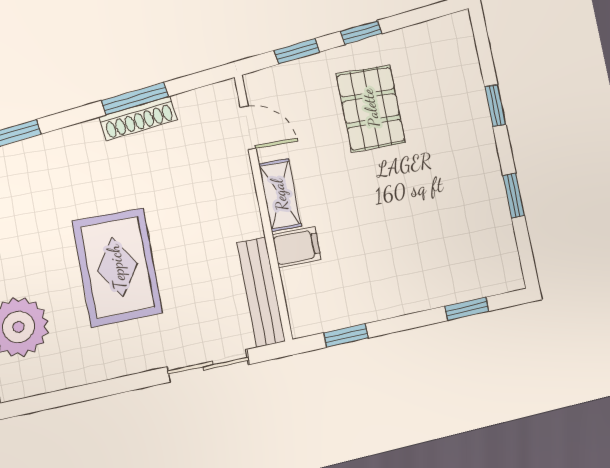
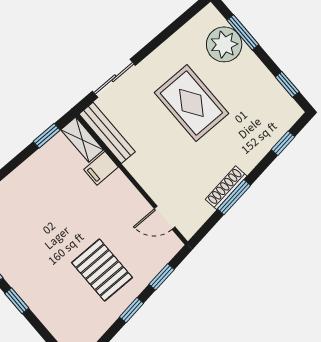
window: (495, 106) -> (17, 301), moved
shelving: (280, 195) -> (82, 140), moved

